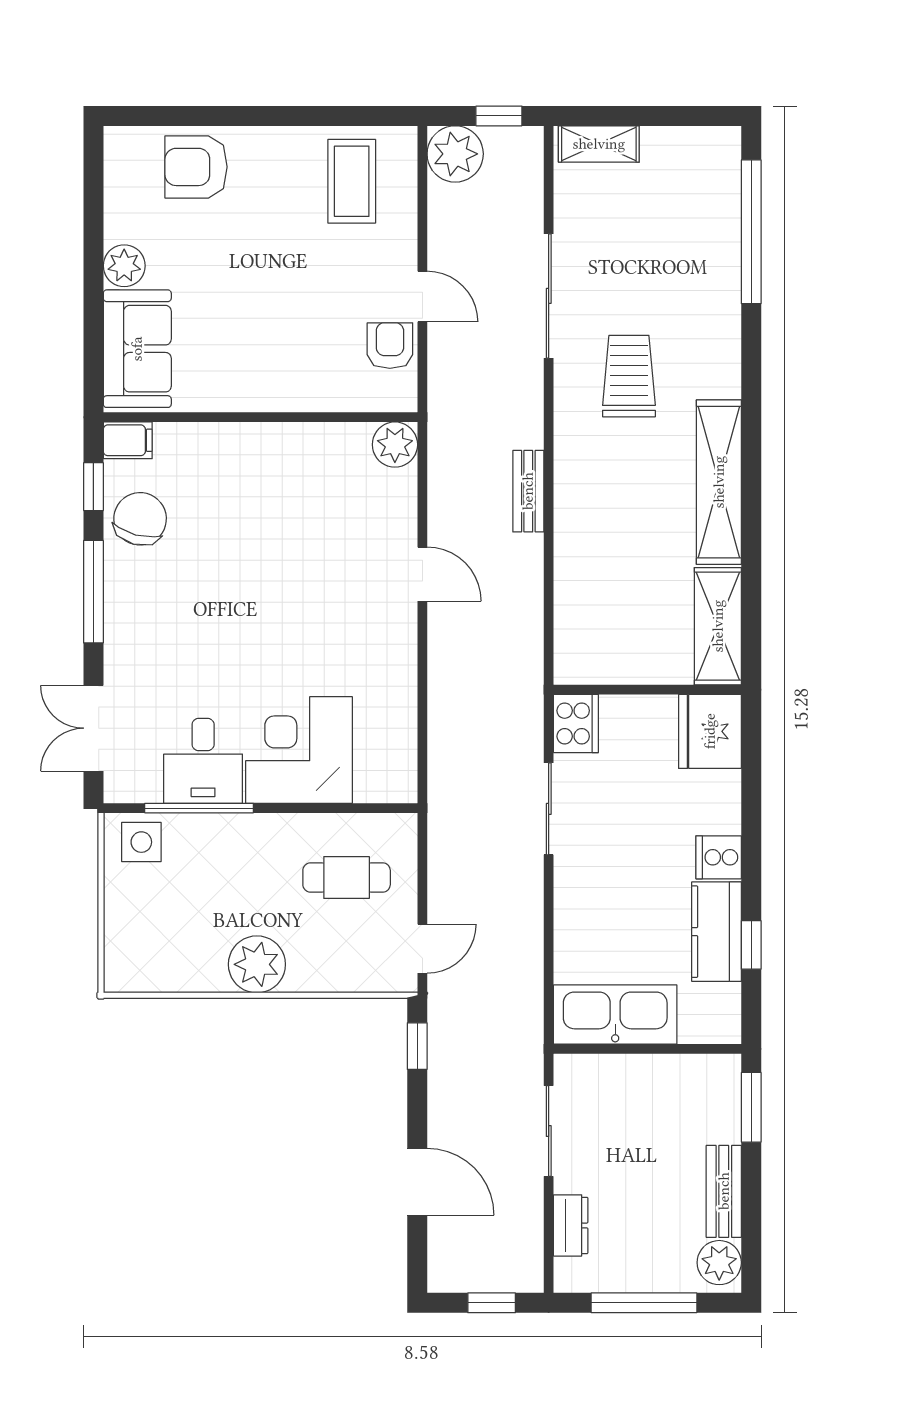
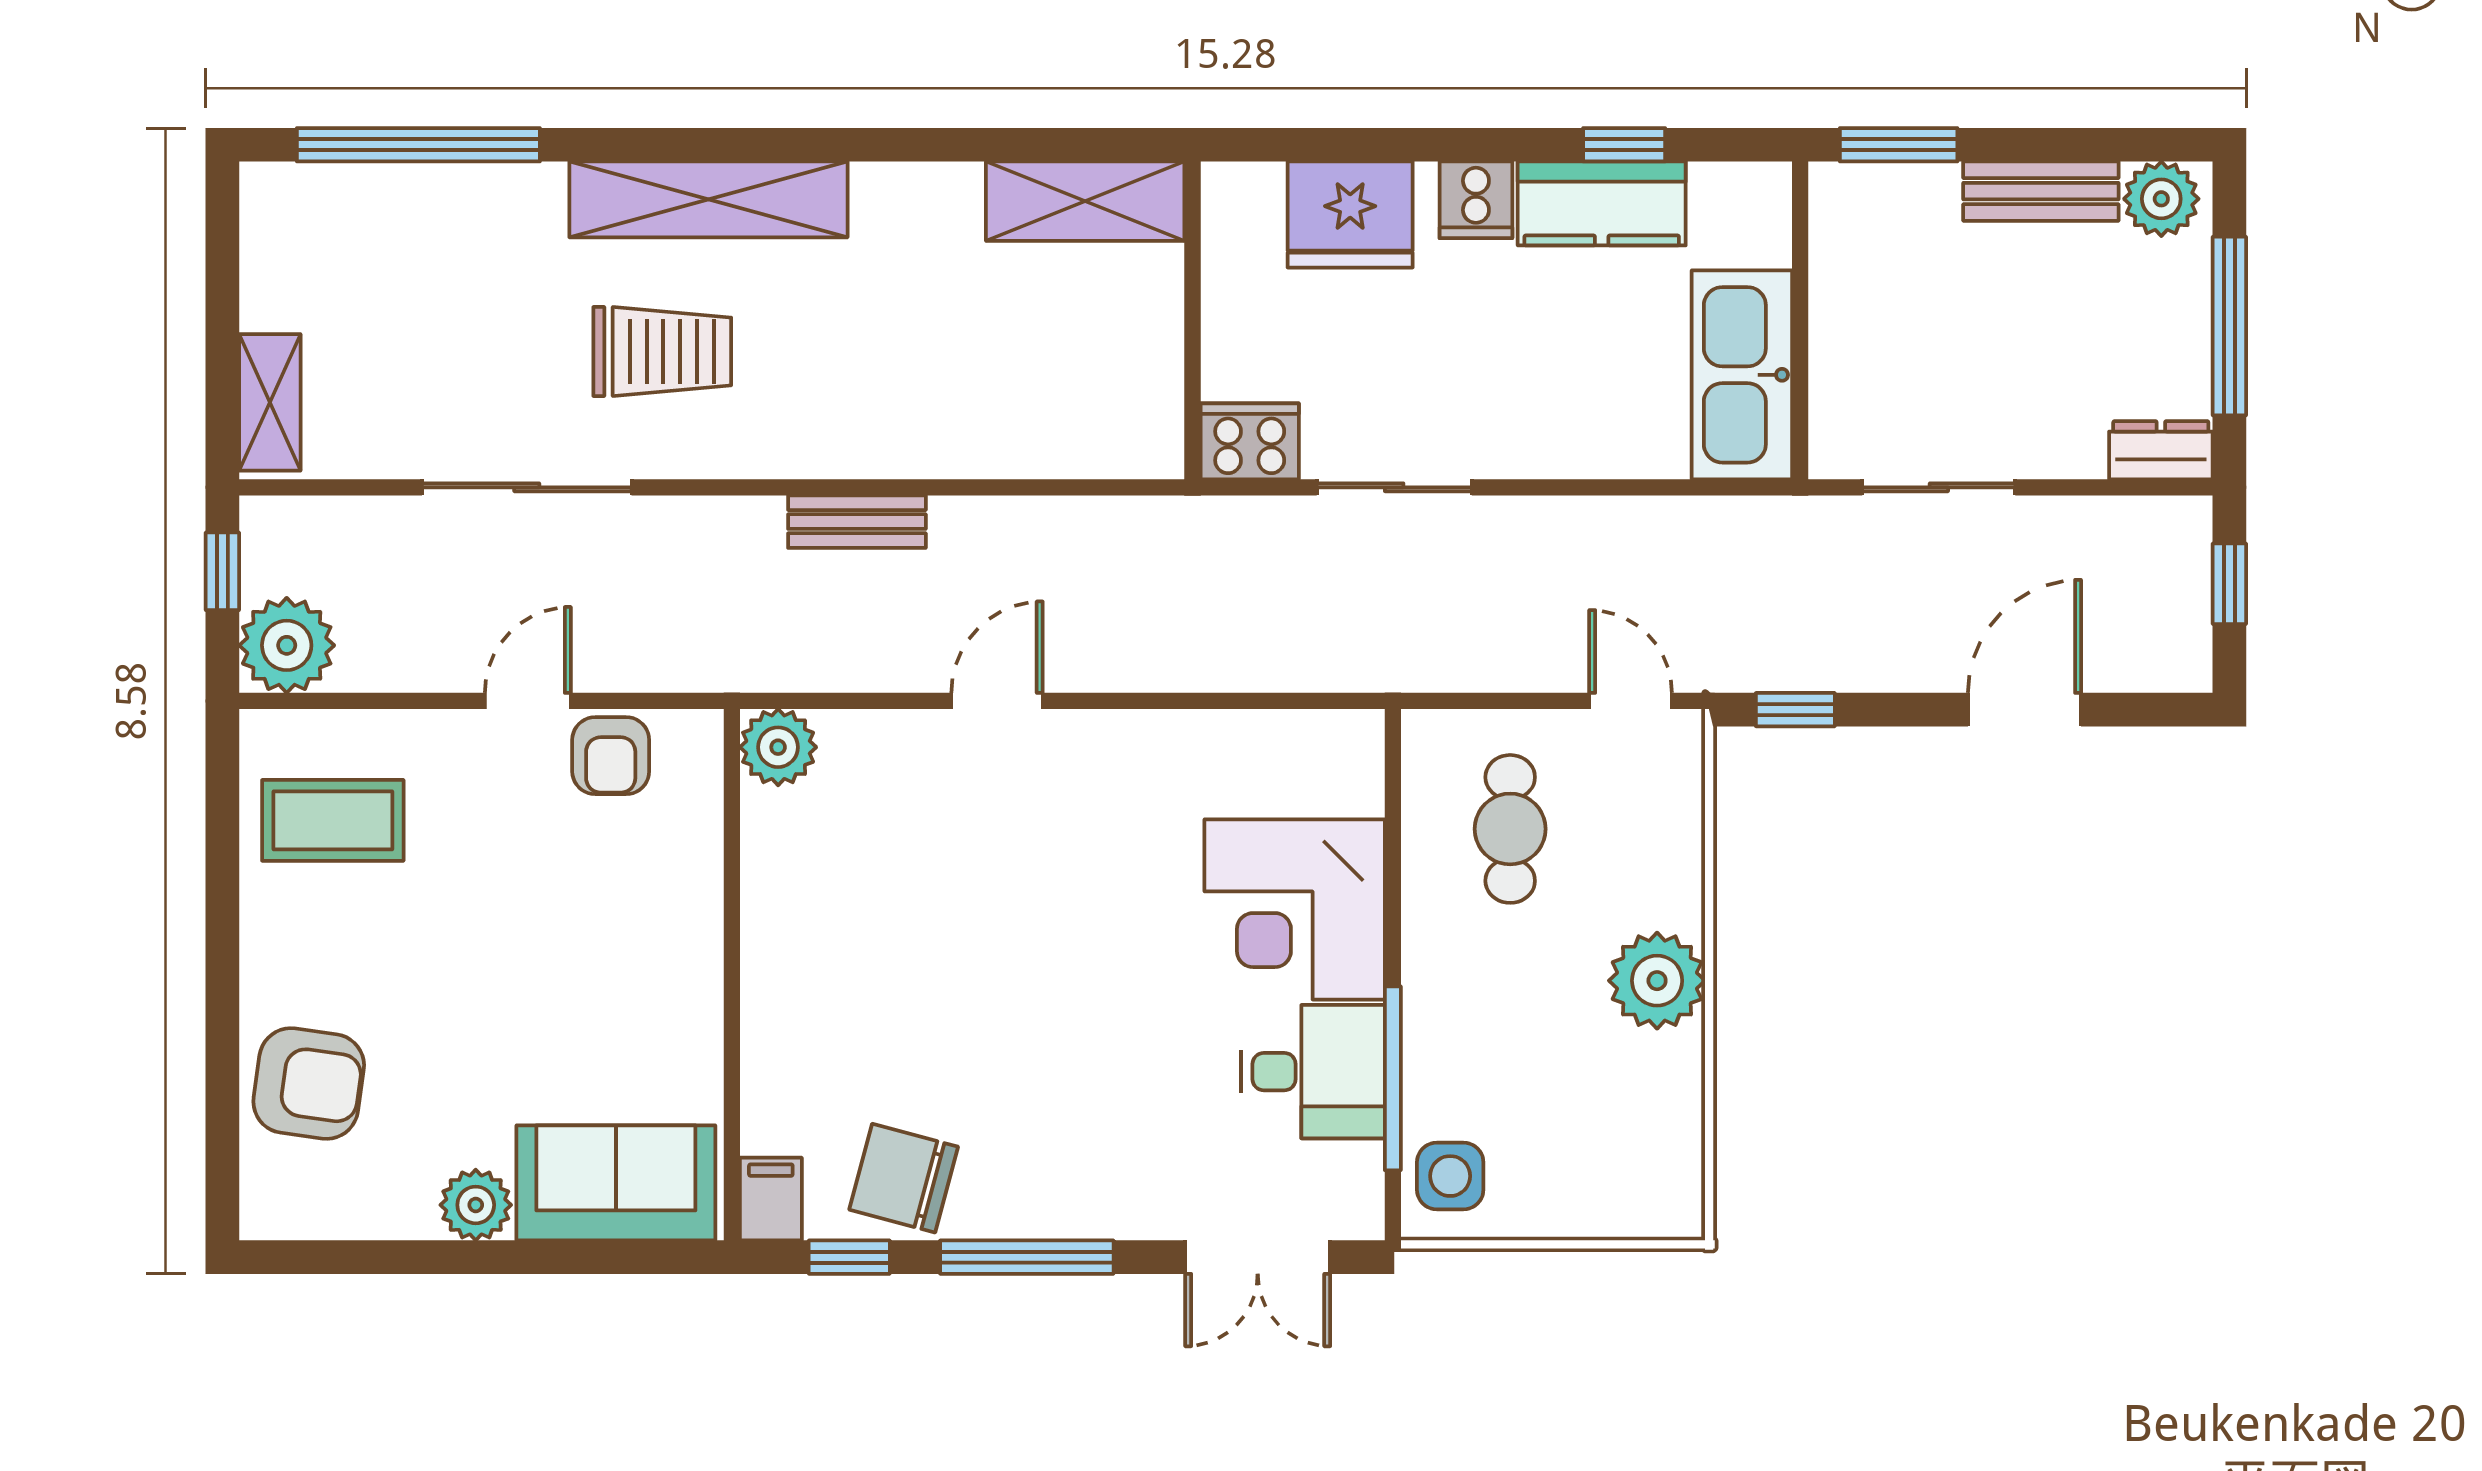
armchair: (196, 167) -> (309, 1084), turned -82
armchair: (390, 346) -> (611, 756), turned -90
trolley: (629, 376) -> (662, 351), turned 180
shelving: (719, 482) -> (708, 199), moved
fridge: (710, 731) -> (1350, 215), moved
dresser: (571, 1225) -> (2161, 450), moved

